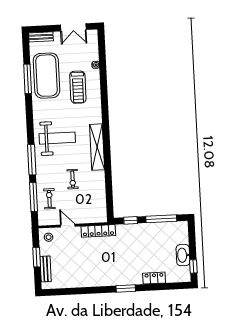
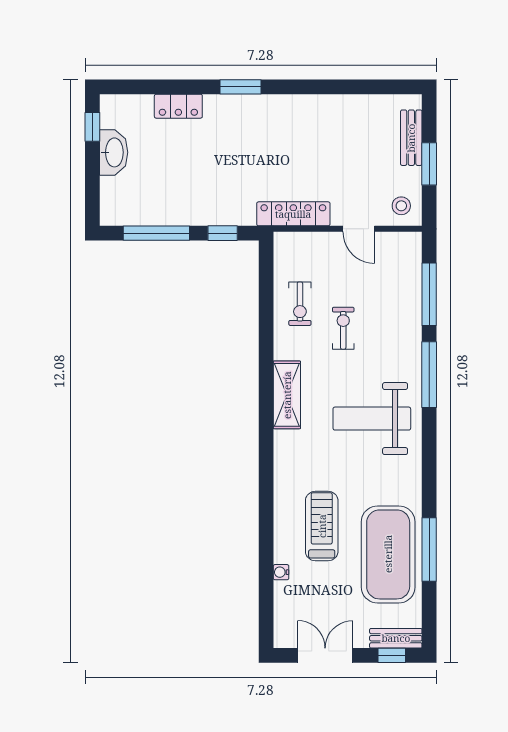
window: (42, 29) -> (392, 655), added
shelving: (97, 147) -> (287, 395), width x0.68
exercise bike: (49, 199) -> (300, 304), moved

